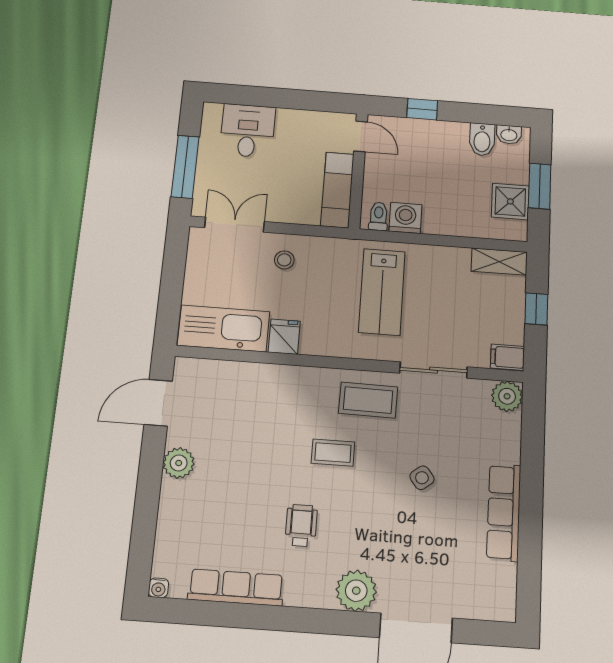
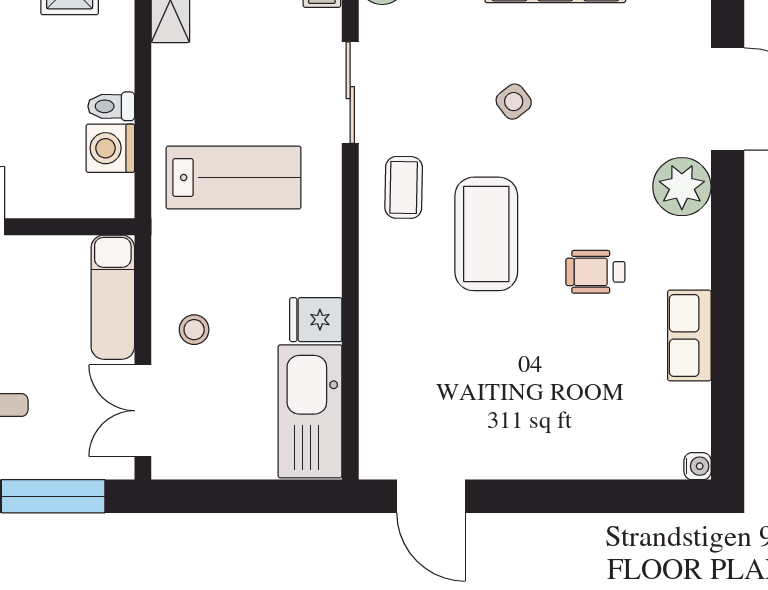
exam couch: (337, 190) -> (113, 297), moved, turned 90
toilet: (379, 216) -> (111, 106), moved
coffee table: (368, 400) -> (404, 187), width x0.73, depth x0.77
coffee table: (333, 453) -> (486, 234), width x1.86, depth x1.72
plant: (179, 463) -> (518, 457), removed
row of seats: (236, 587) -> (689, 335), width x0.68

